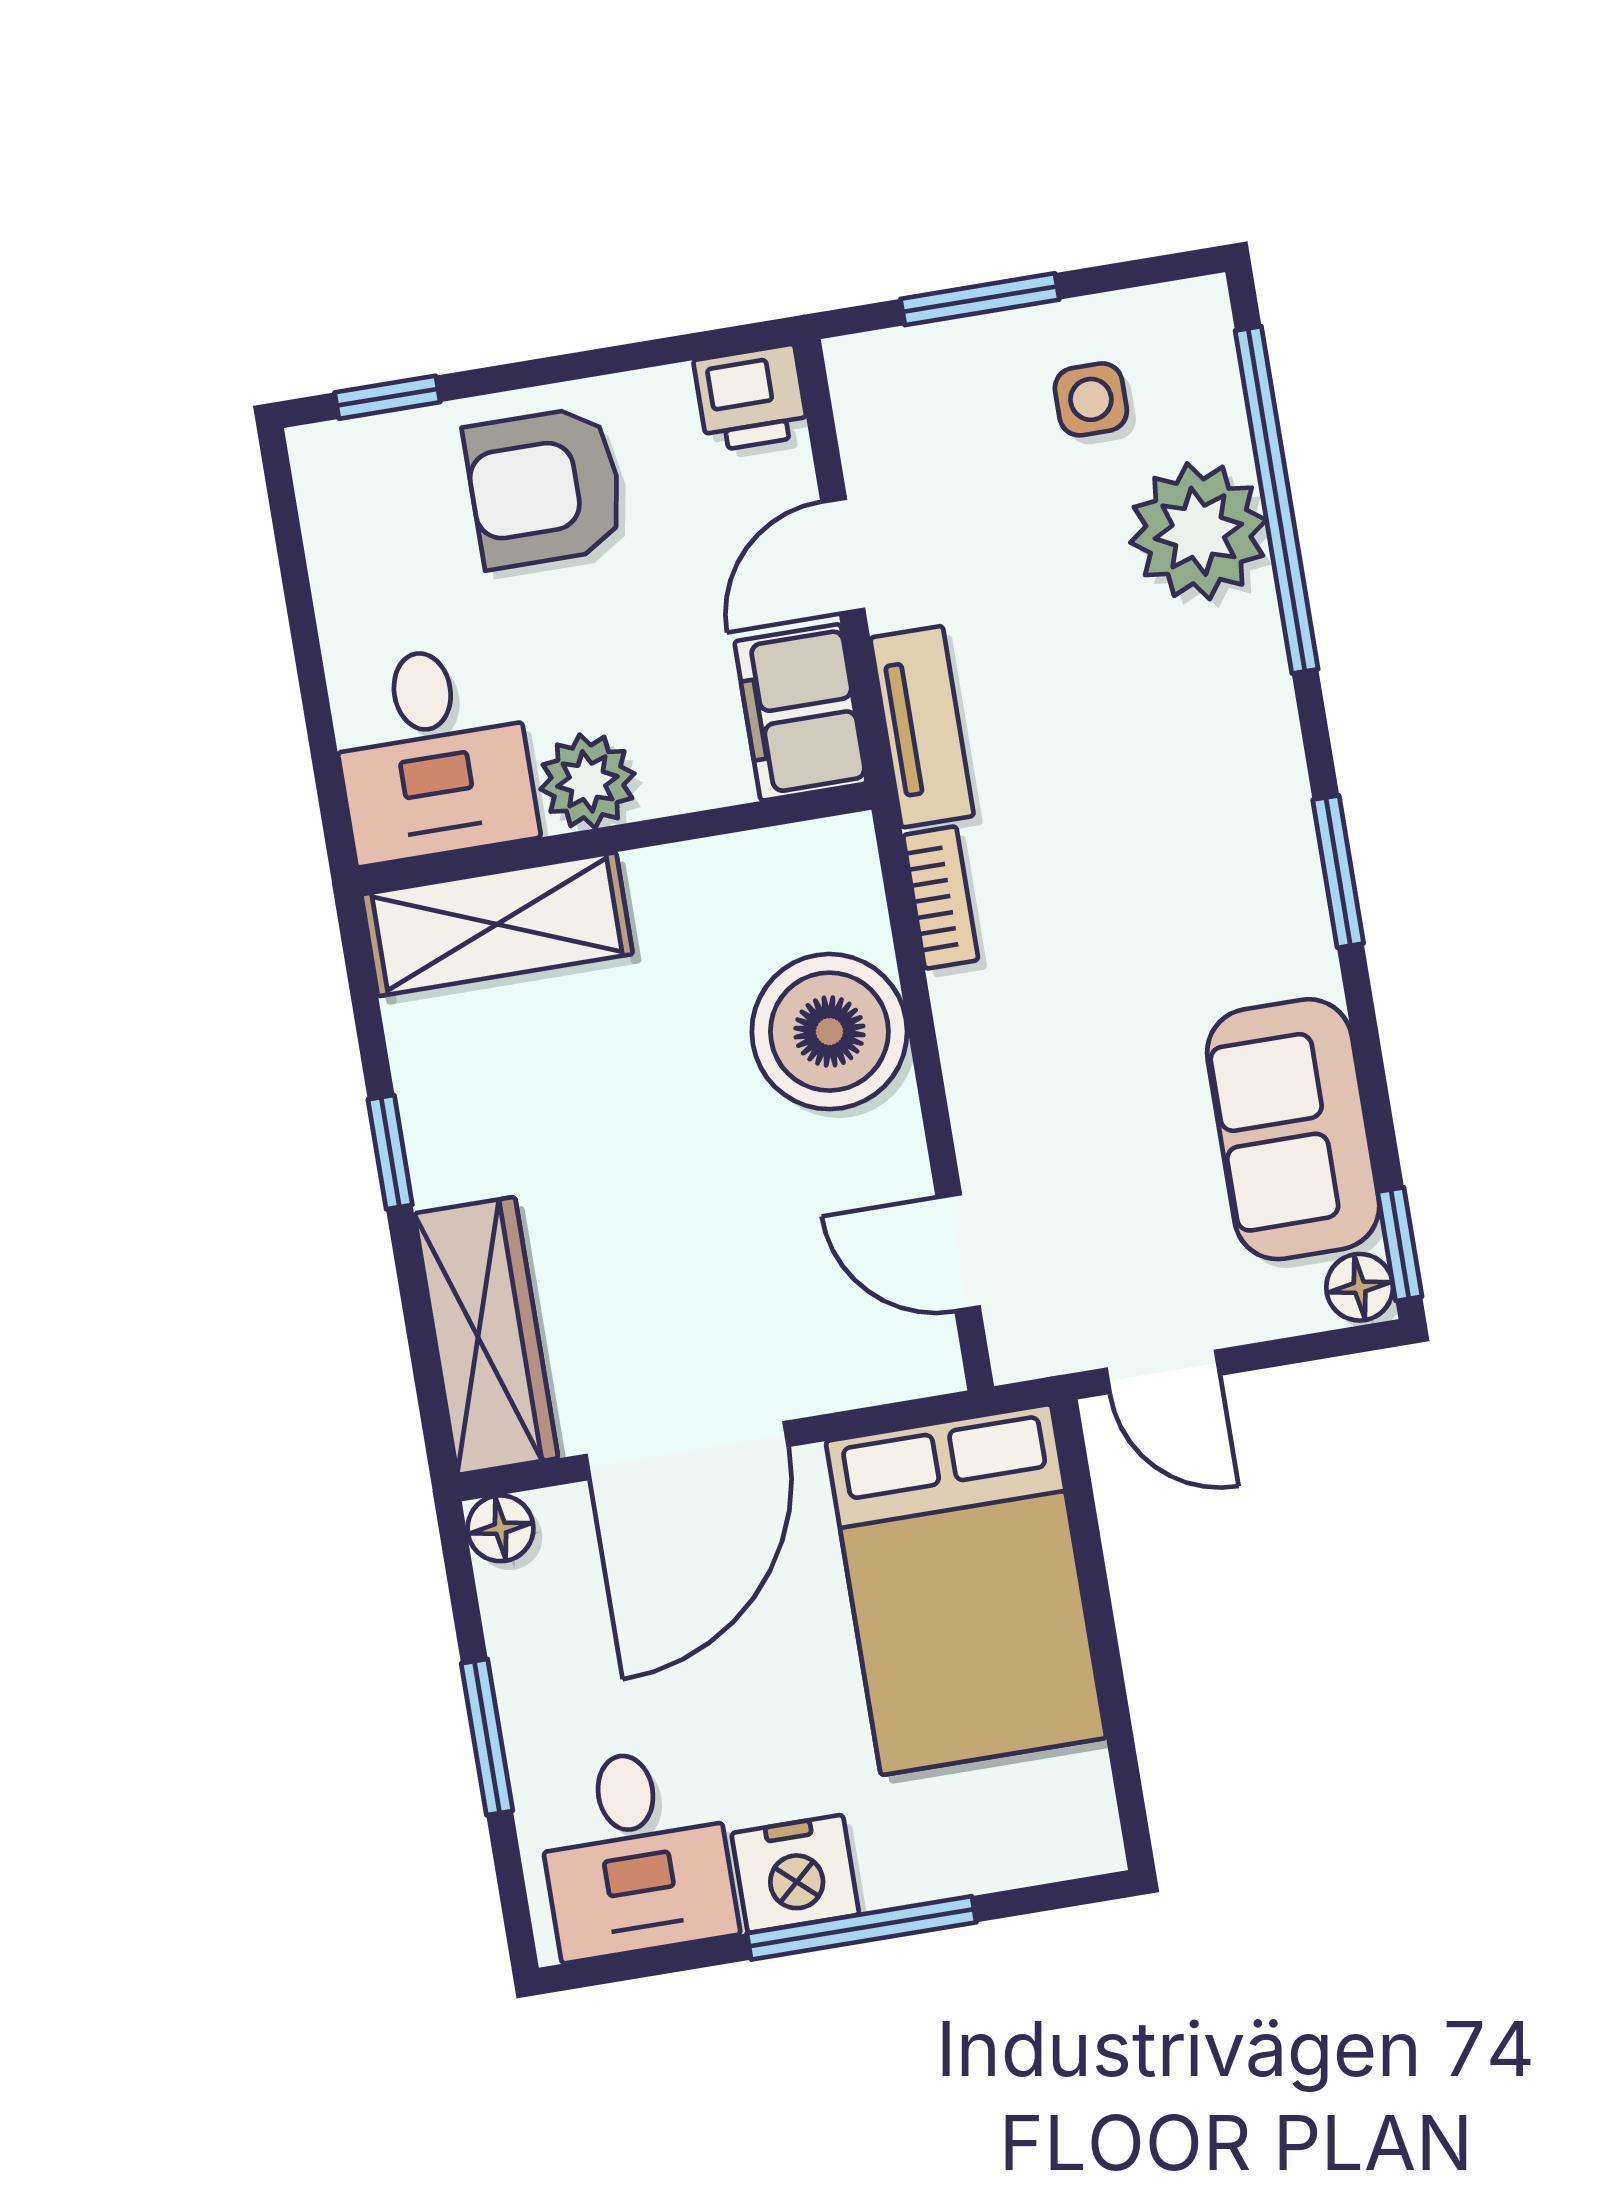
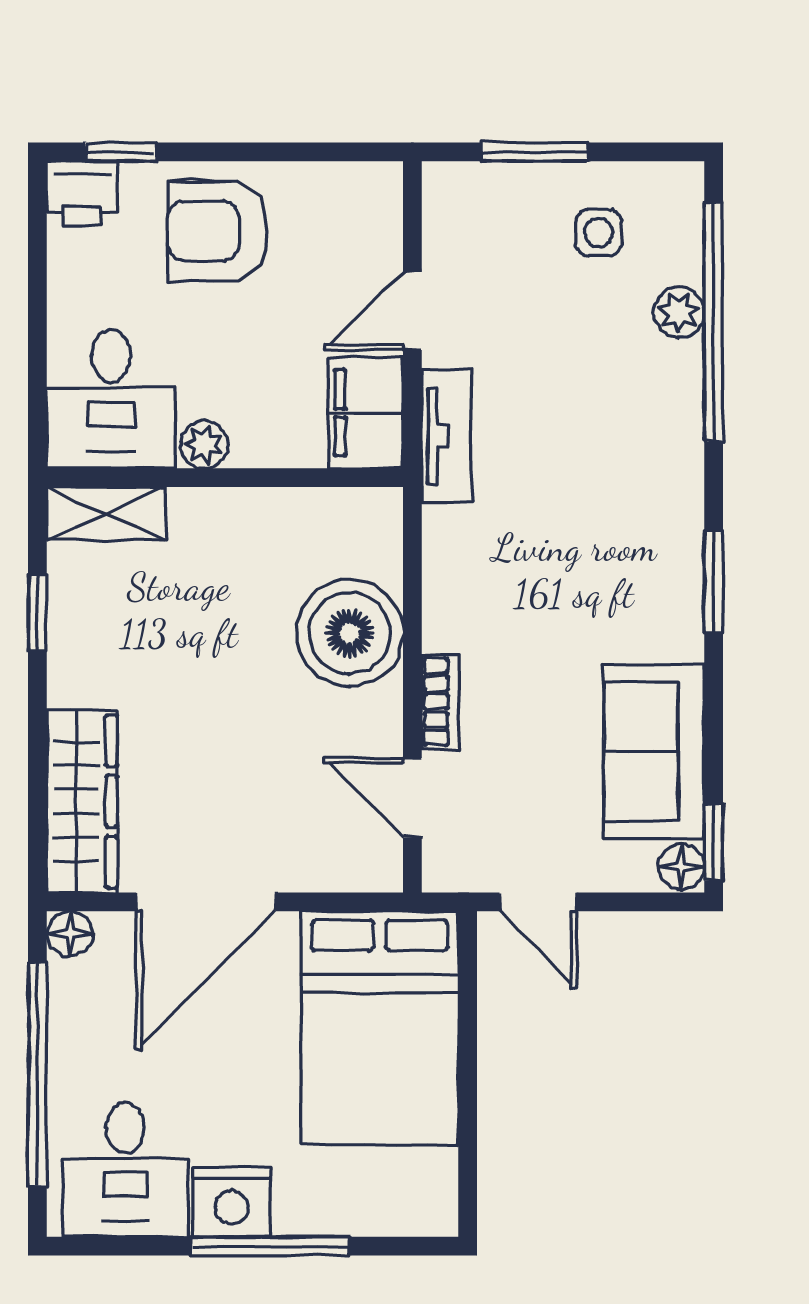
printer: (751, 398) -> (82, 193), moved
plant: (1198, 531) -> (679, 312), width x0.53, depth x0.53
plant: (587, 781) -> (204, 445), width x0.73, depth x0.73
bookcase: (941, 898) -> (440, 702), moved
shelving: (497, 924) -> (106, 514), width x0.67, depth x0.75
window: (390, 1152) -> (37, 613), moved
window: (487, 1737) -> (37, 1074), width x2.11

